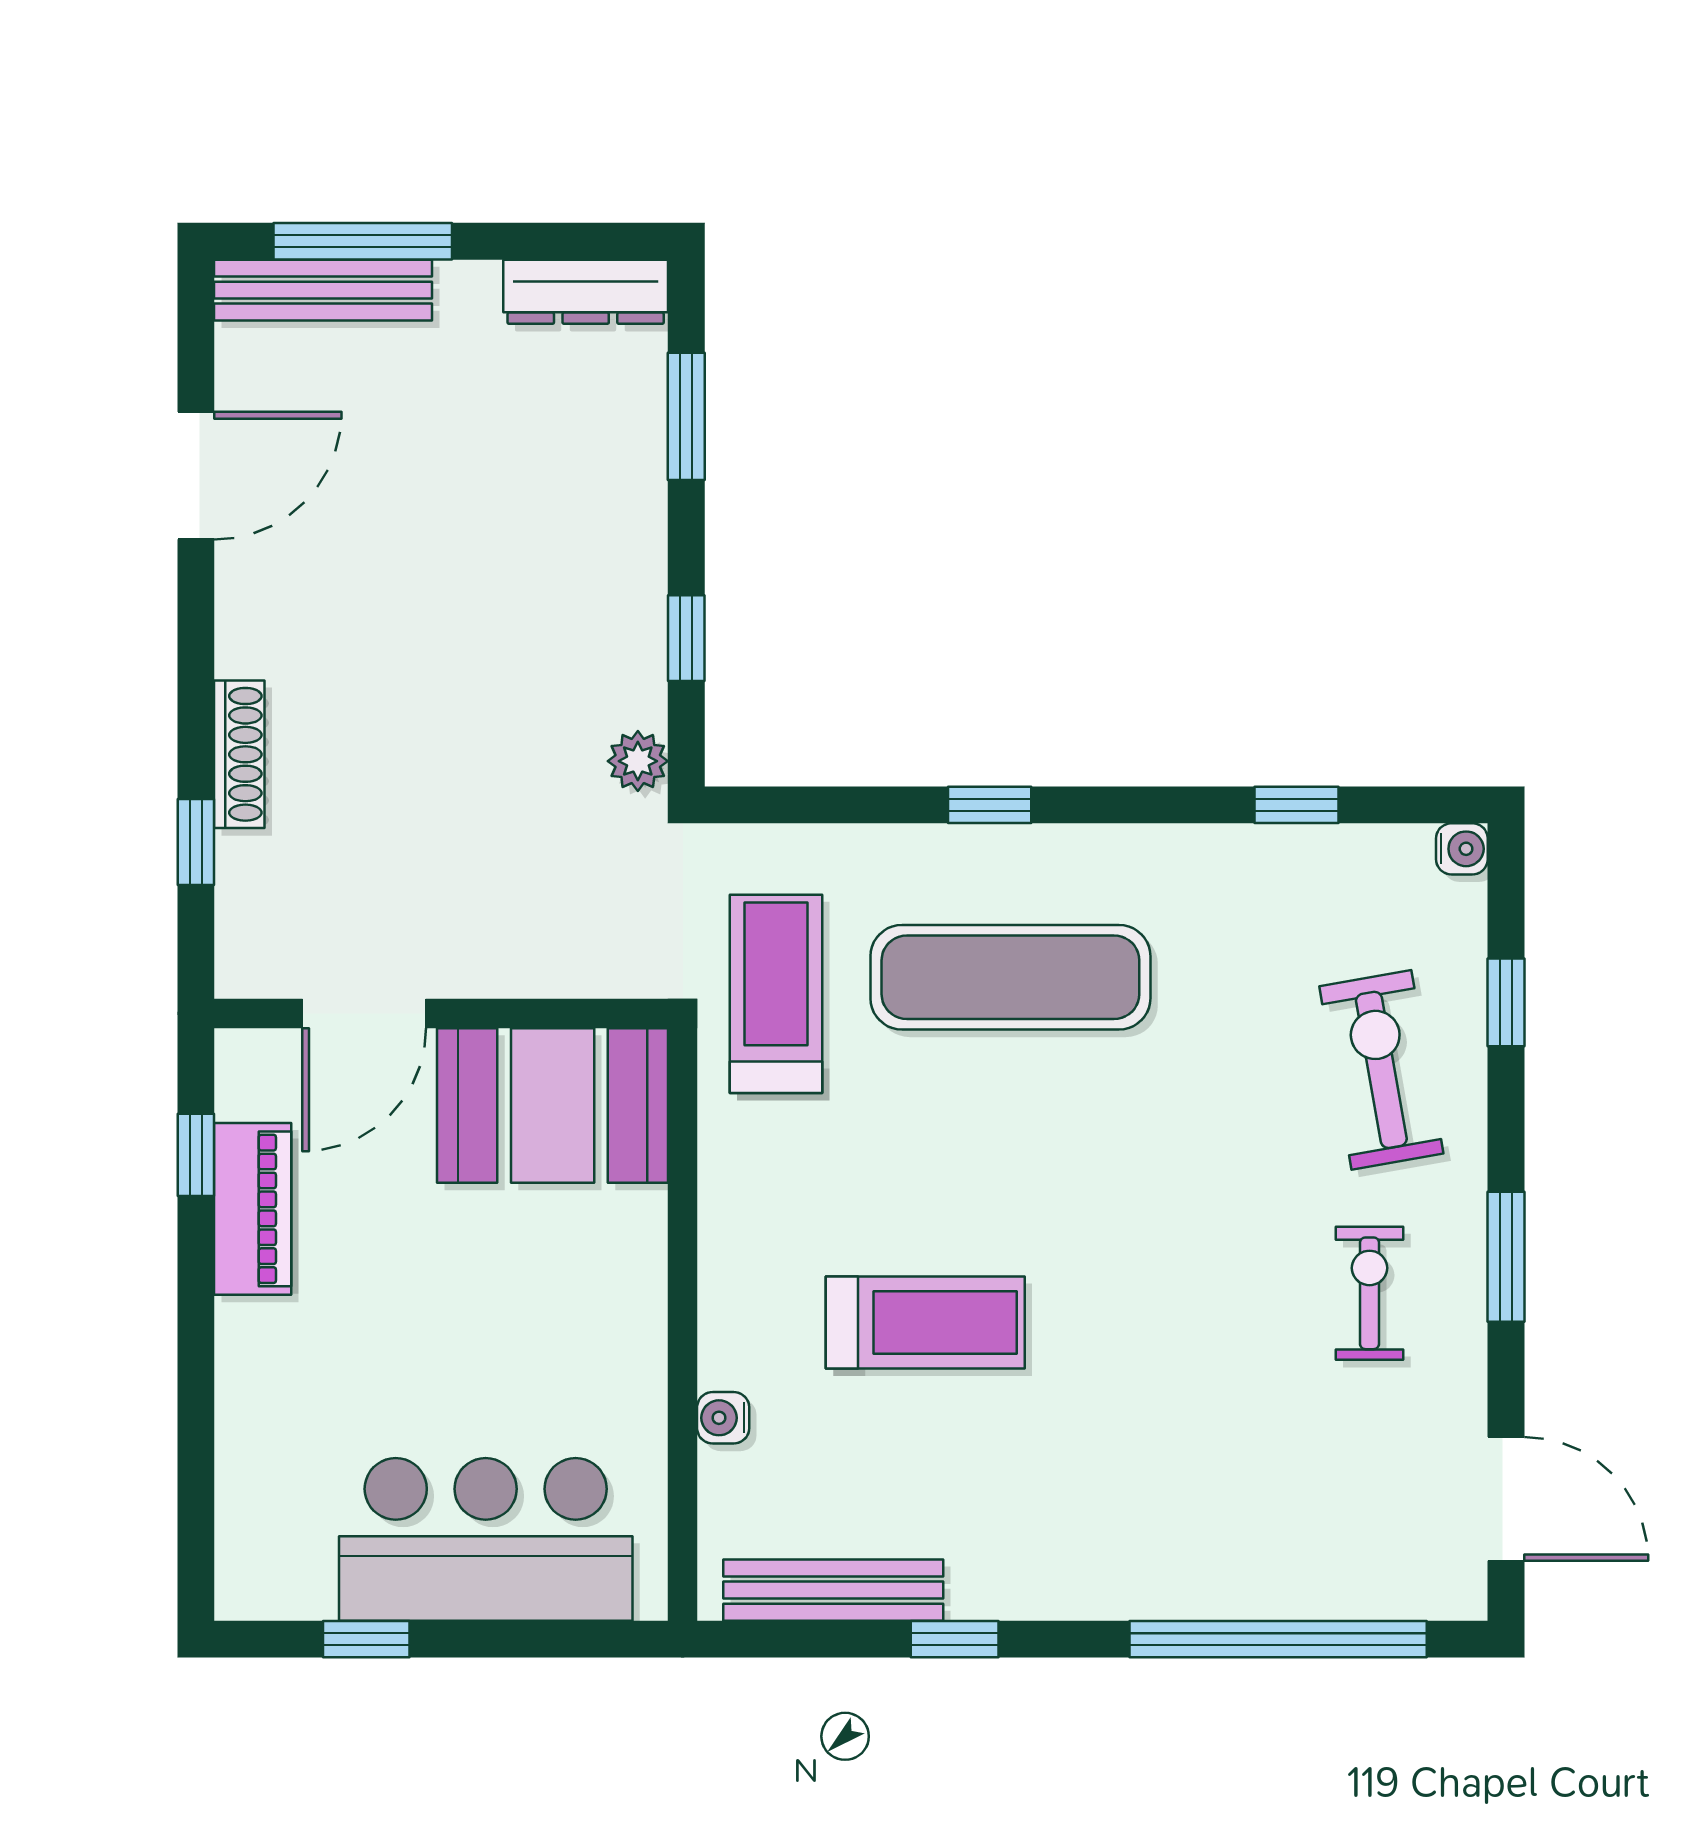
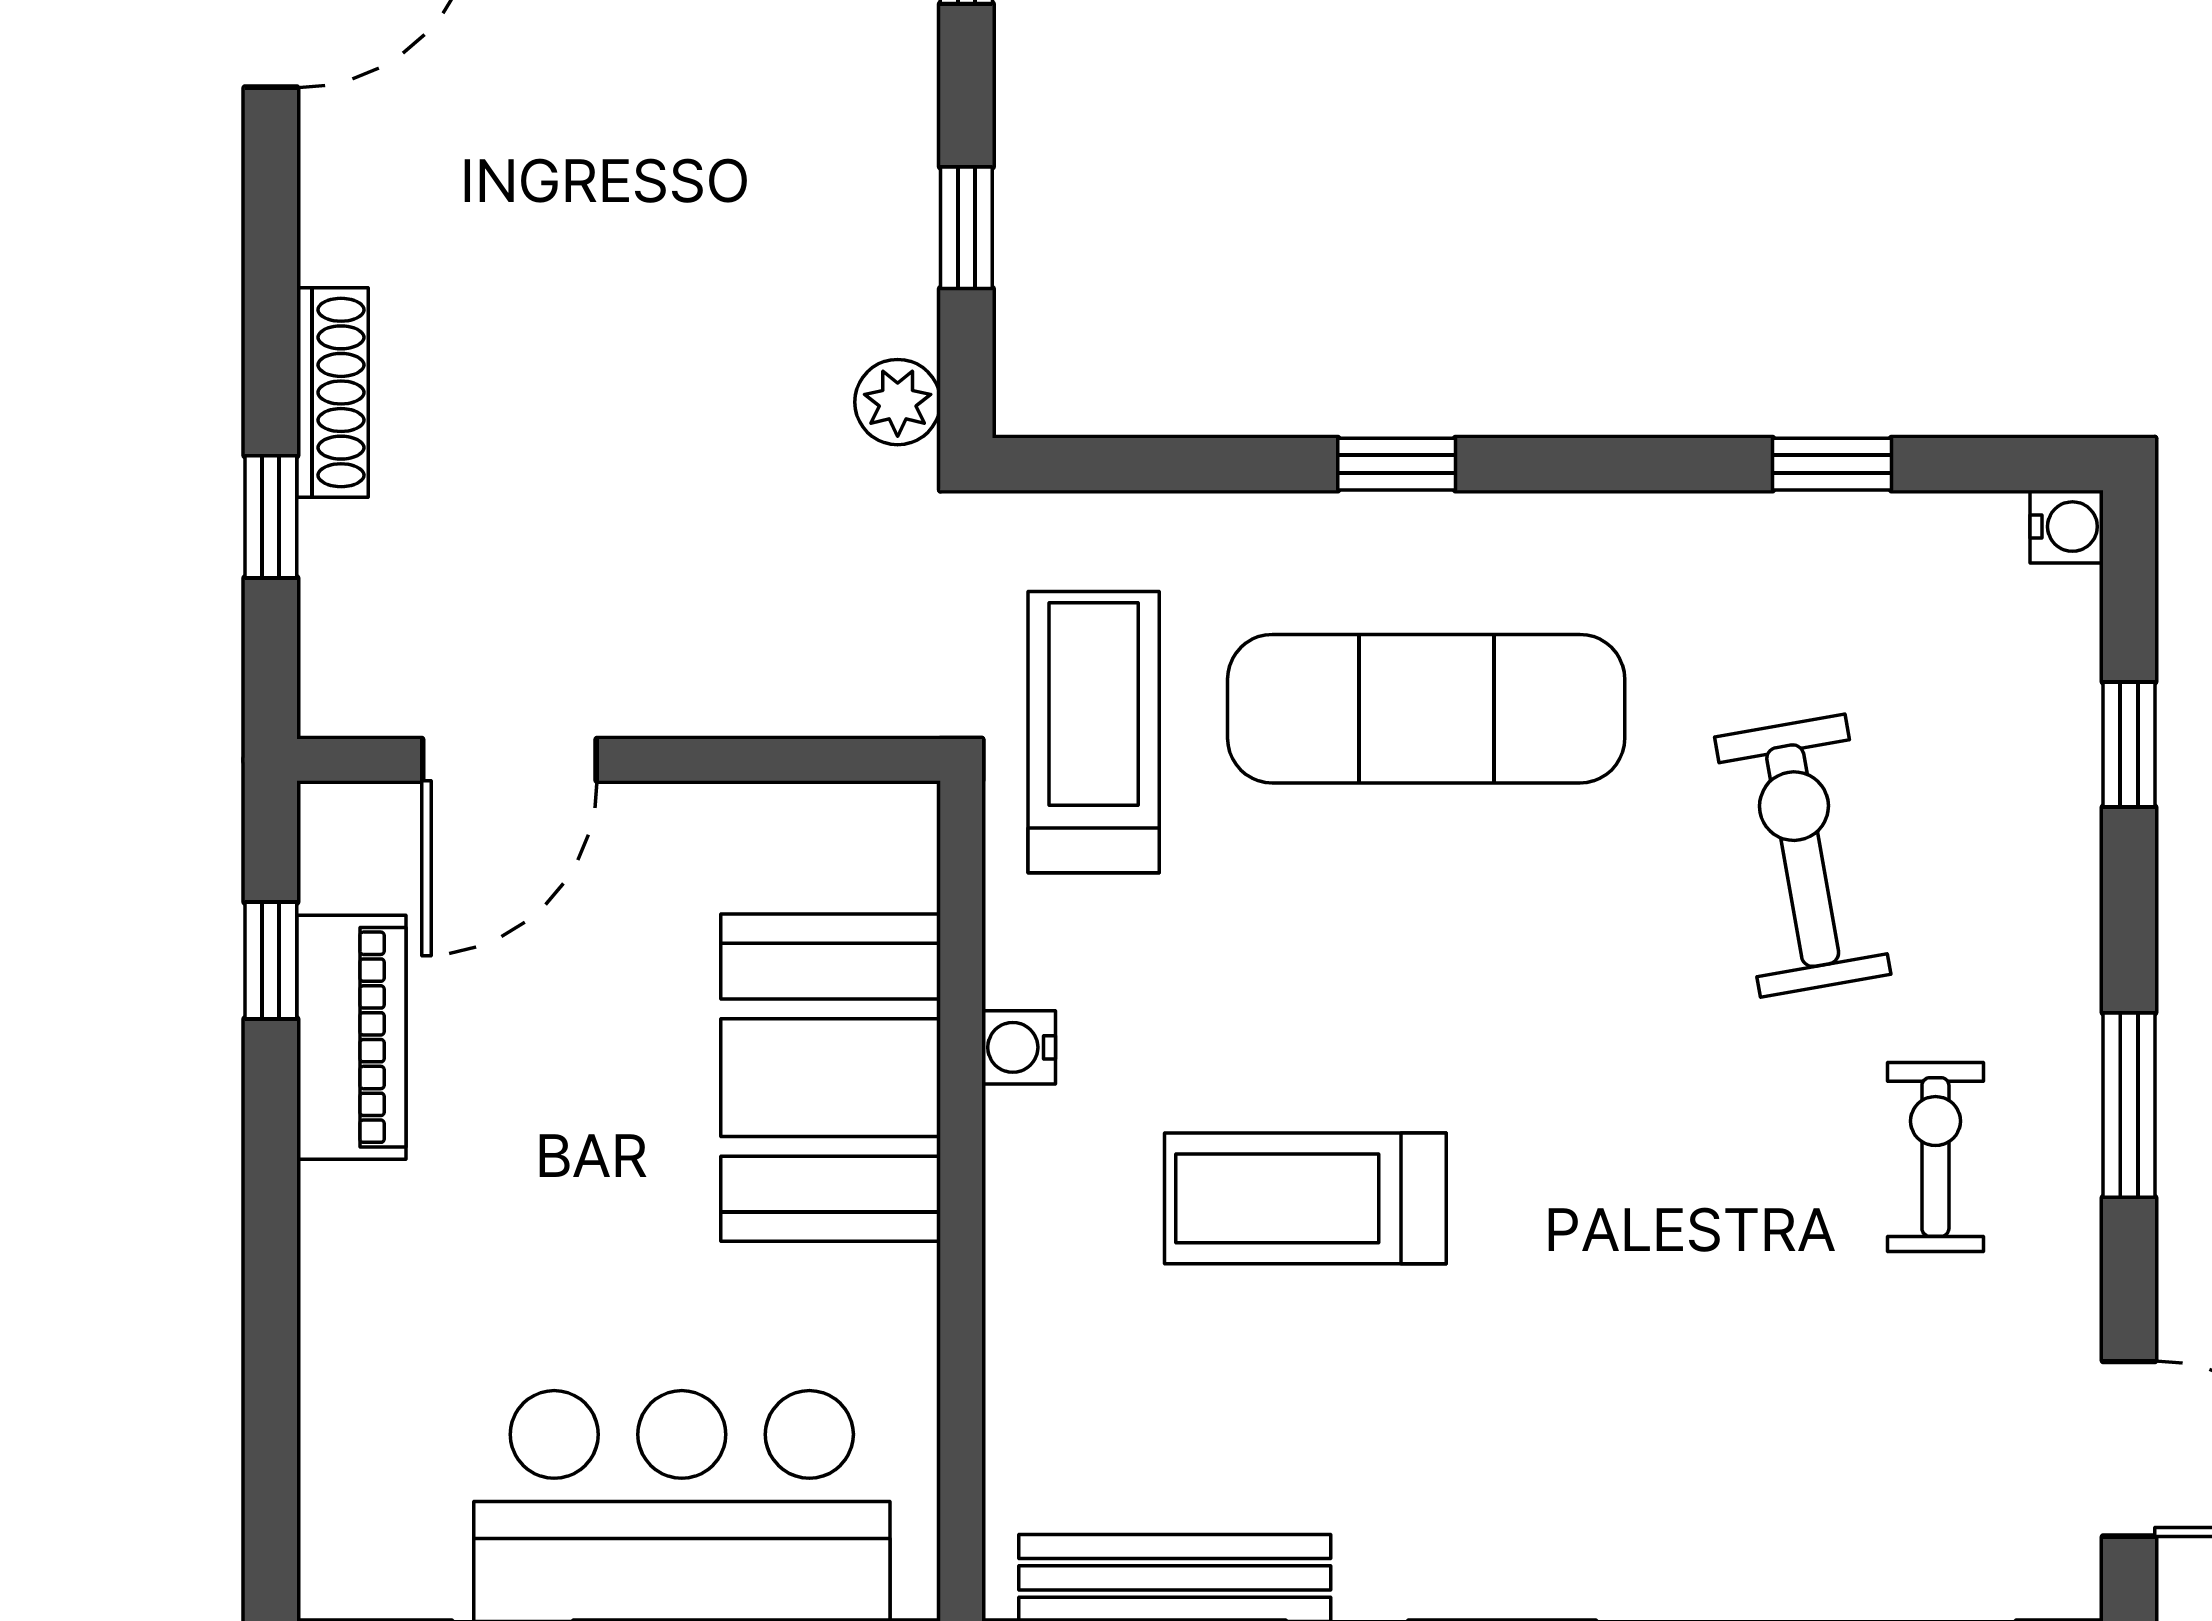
exercise bike: (1381, 1070) -> (1803, 856), moved
booth: (553, 1105) -> (831, 1078), moved, turned 90
treadmill: (925, 1322) -> (1305, 1198), turned 180
water cooler: (723, 1418) -> (1019, 1047), moved

